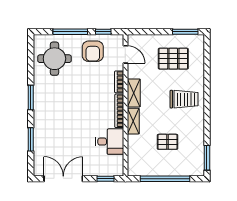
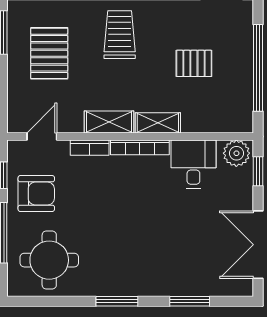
pallet: (168, 142) -> (194, 63), turned 90
plant: (116, 166) -> (236, 153), added

